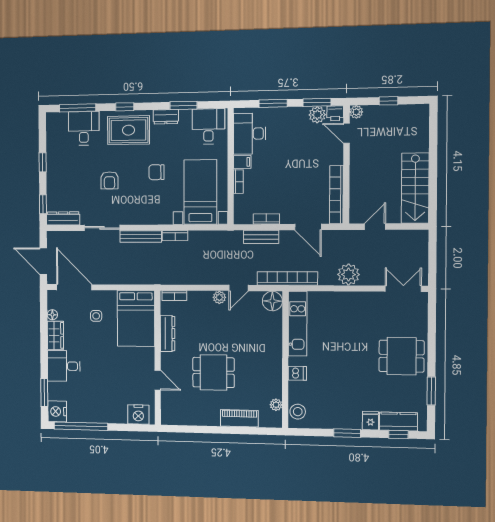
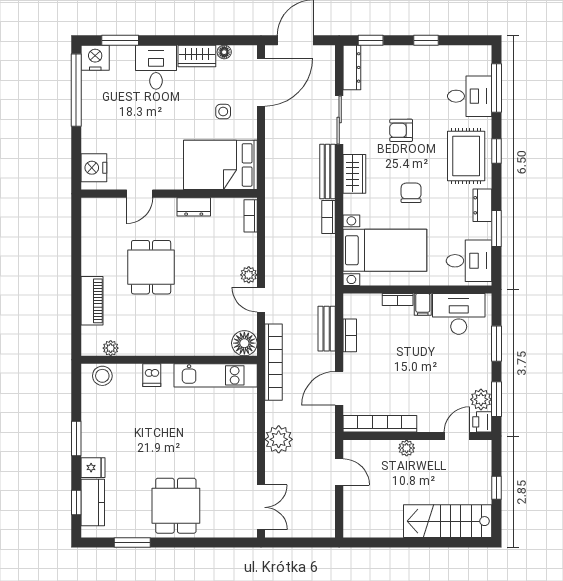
plant: (356, 112) -> (407, 448), moved
stairs: (415, 188) -> (448, 521), moved
wardrobe: (142, 216) -> (354, 174), added
dresser: (168, 333) -> (194, 207), width x0.70

